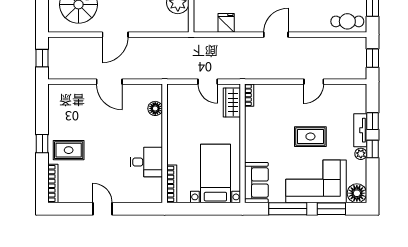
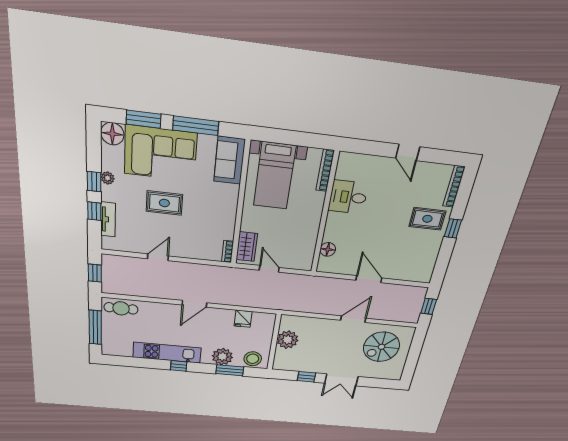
tv unit: (360, 130) -> (108, 219), moved

